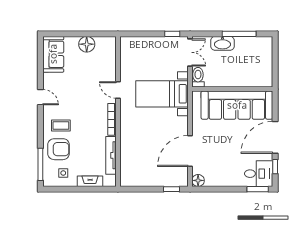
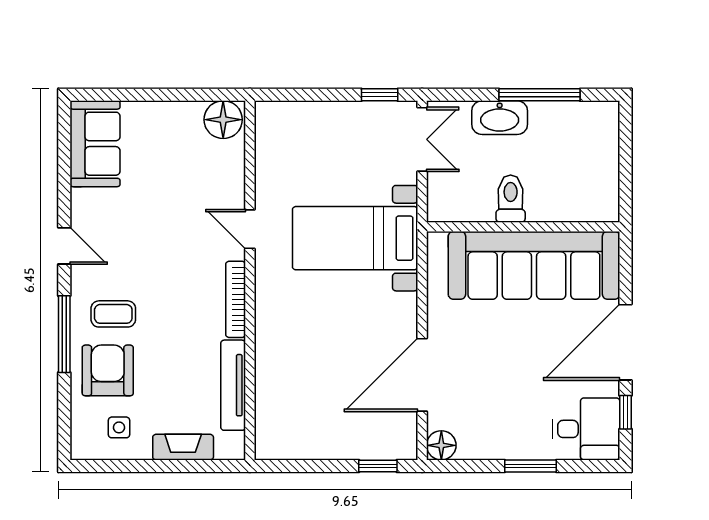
floor lamp: (87, 44) -> (223, 120), moved
toilet: (198, 77) -> (511, 199), moved
armchair: (59, 149) -> (108, 370), turned -90
window: (40, 164) -> (64, 334), moved
window: (258, 189) -> (530, 466), moved

